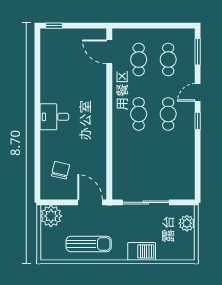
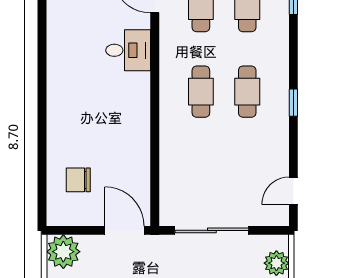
door: (198, 92) -> (293, 191), moved
desk: (54, 117) -> (128, 50), moved, turned 180
chair: (60, 170) -> (78, 180), turned -103

